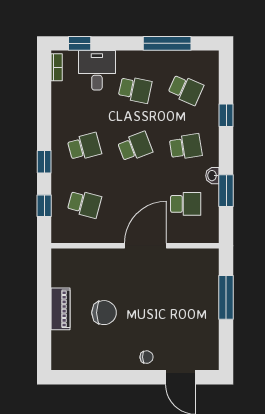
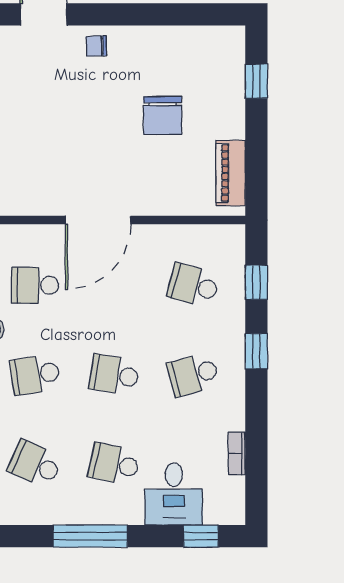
window: (167, 43) -> (90, 536), moved
bookcase: (57, 67) -> (237, 453), moved
school desk: (135, 147) -> (114, 375), turned 30
piano: (61, 309) -> (231, 173), moved
chair: (104, 313) -> (163, 115), turned -90
window: (44, 335) -> (256, 81), added

